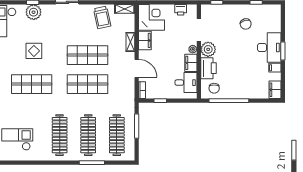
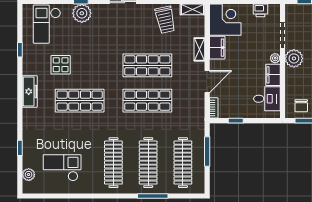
display table: (34, 51) -> (61, 65), moved
door: (137, 68) -> (207, 82), hinge flipped
printer: (208, 68) -> (294, 81), removed

